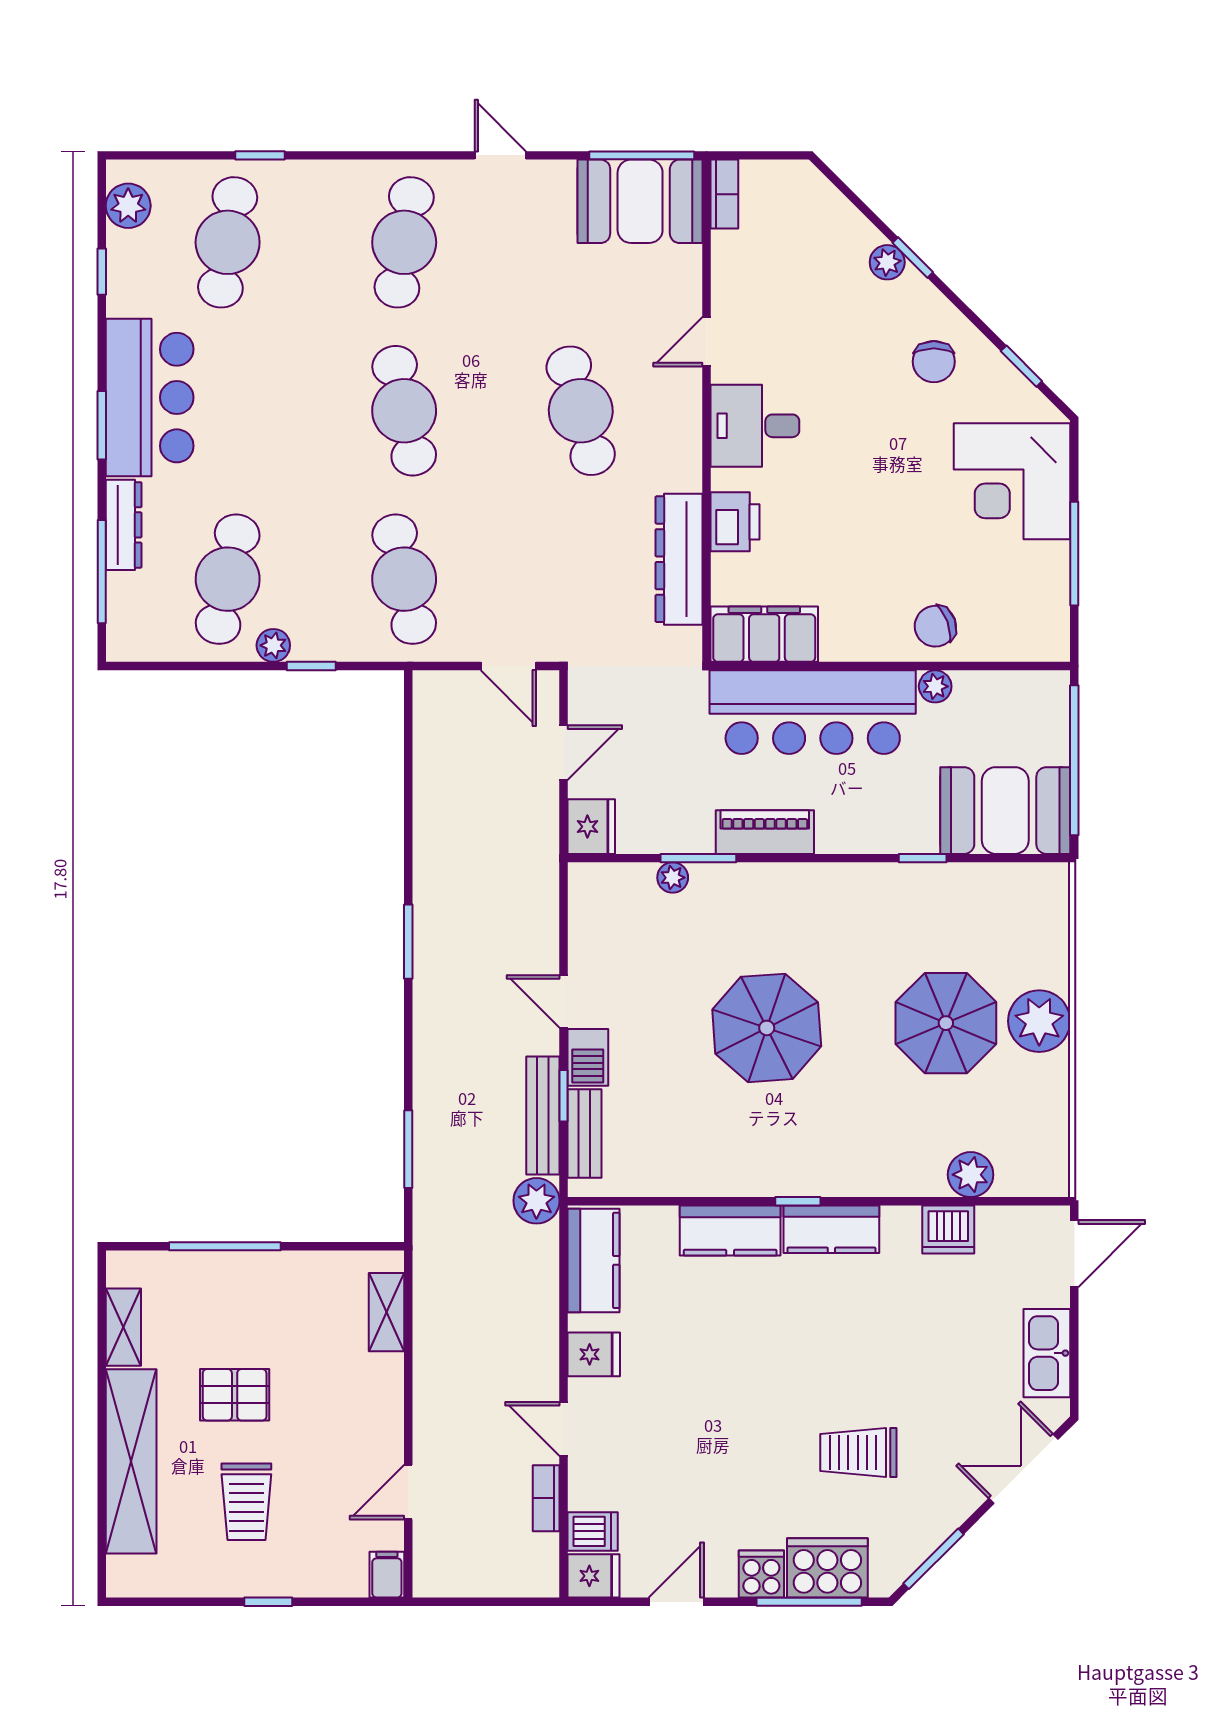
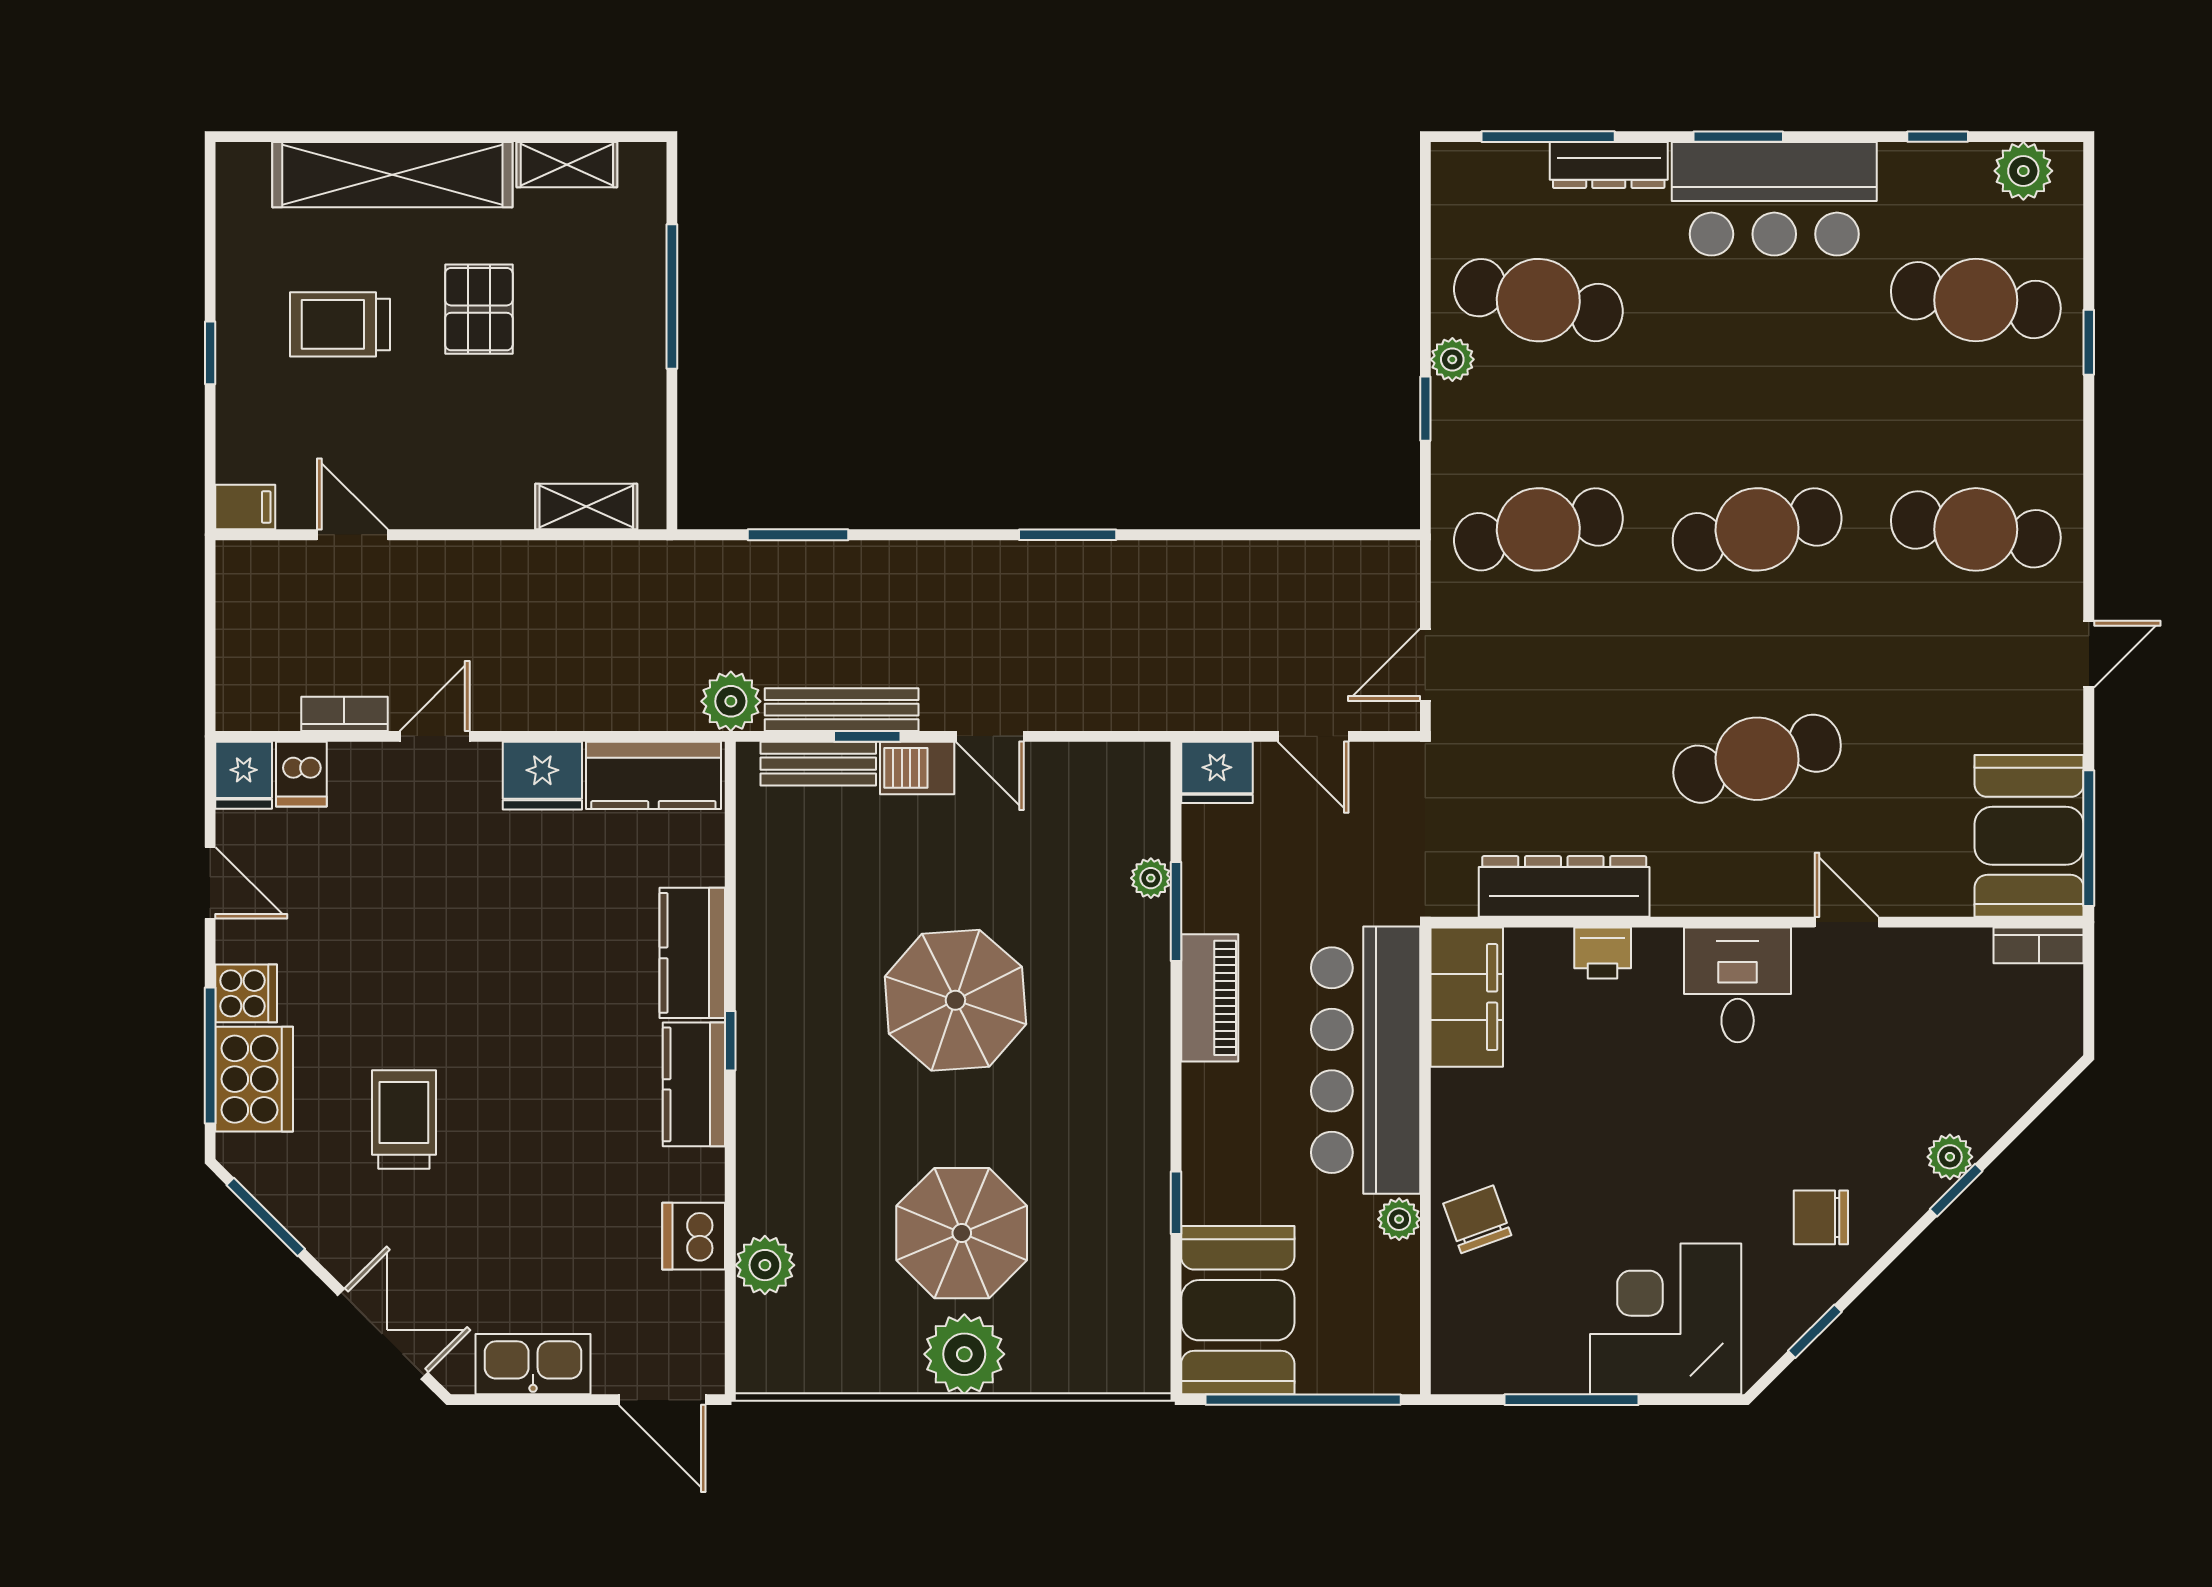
printer: (735, 522) -> (1603, 953), width x0.73, depth x0.81
door: (563, 1001) -> (990, 736), swing flipped
fridge: (594, 1354) -> (542, 776), width x1.38

